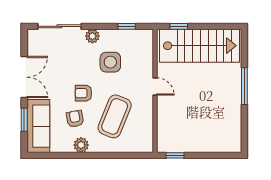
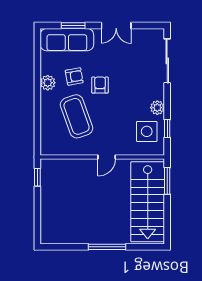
window: (179, 26) -> (167, 181), width x1.50
plant: (92, 36) -> (157, 108), moved
side table: (110, 62) -> (147, 131), moved
double door: (24, 77) -> (116, 25), width x0.73
coffee table: (115, 116) -> (77, 116), turned 48

